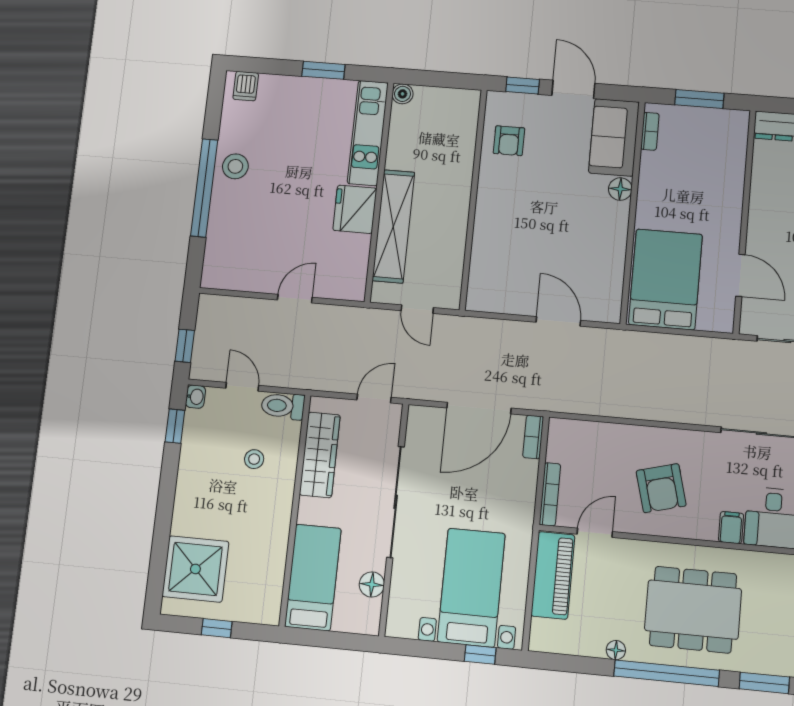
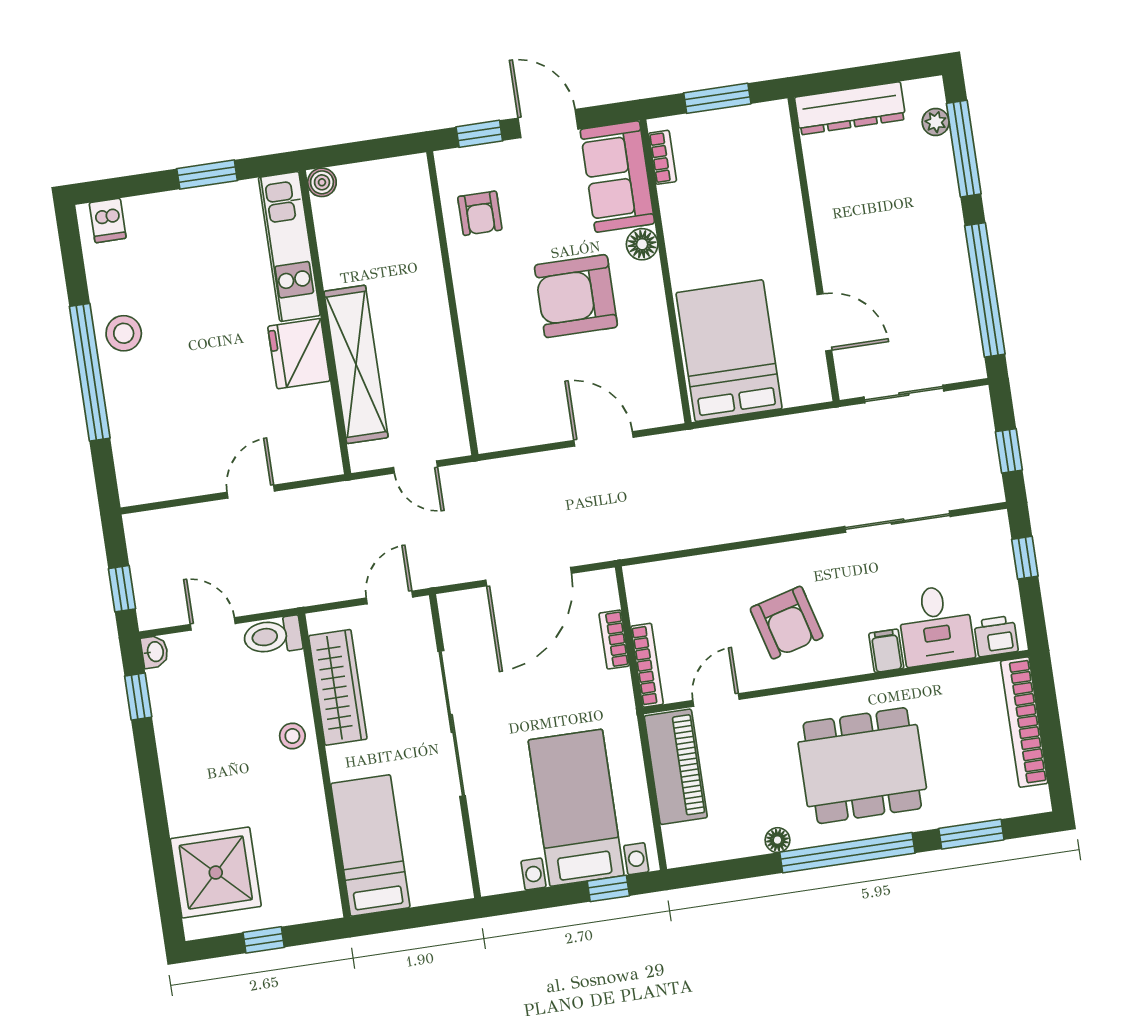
armchair: (563, 215) -> (576, 296), added
bookcase: (533, 437) -> (614, 640), moved
stool: (254, 459) -> (292, 736), moved
floor lamp: (372, 584) -> (448, 836), removed

